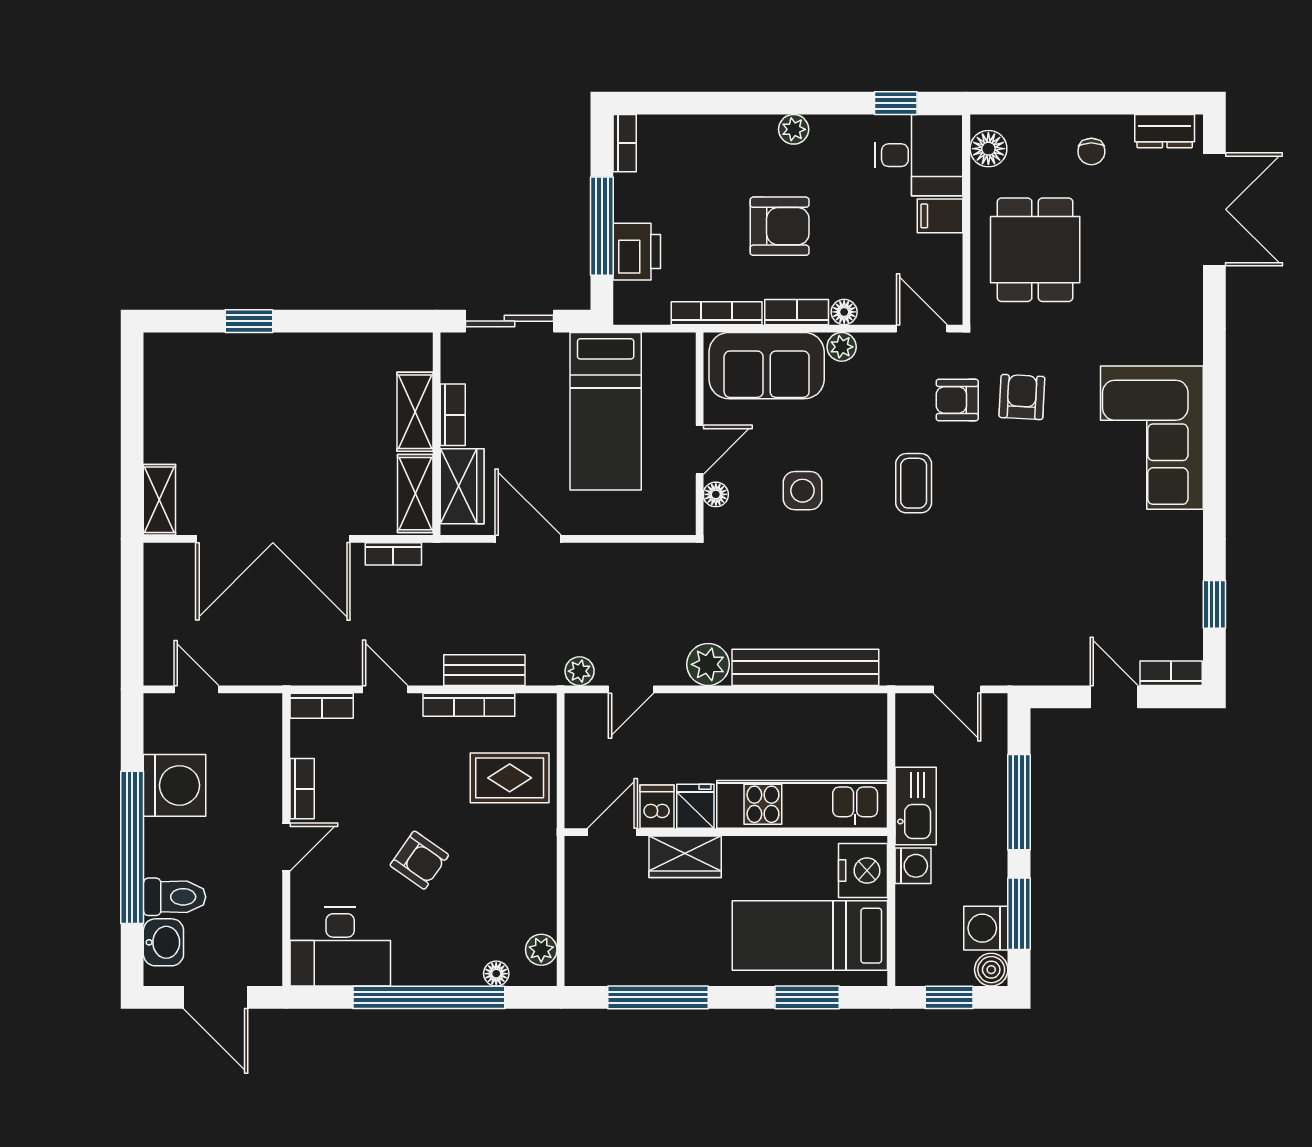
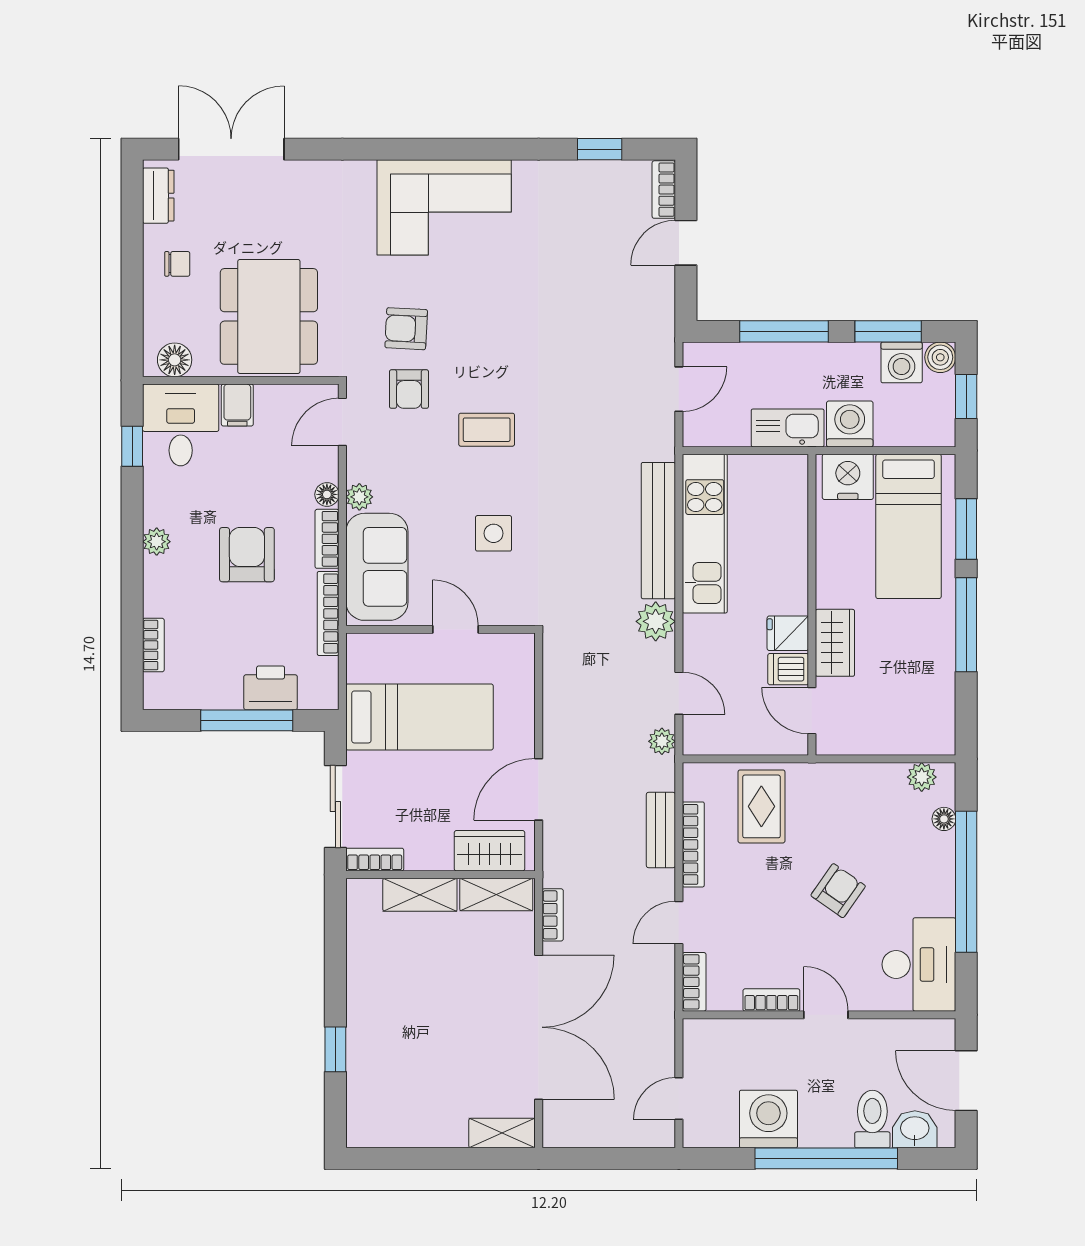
bookcase: (625, 143) -> (153, 645), moved, turned 90
dining table: (1035, 250) -> (269, 316), width x1.38
bookcase: (453, 415) -> (375, 860), moved
floor lamp: (716, 494) -> (497, 614), removed
kitchen unit: (802, 804) -> (705, 534), moved, turned 180
washing machine: (913, 866) -> (850, 424), width x1.38, depth x1.38
door: (216, 997) -> (966, 1081), swing flipped
window: (658, 997) -> (966, 625), moved

